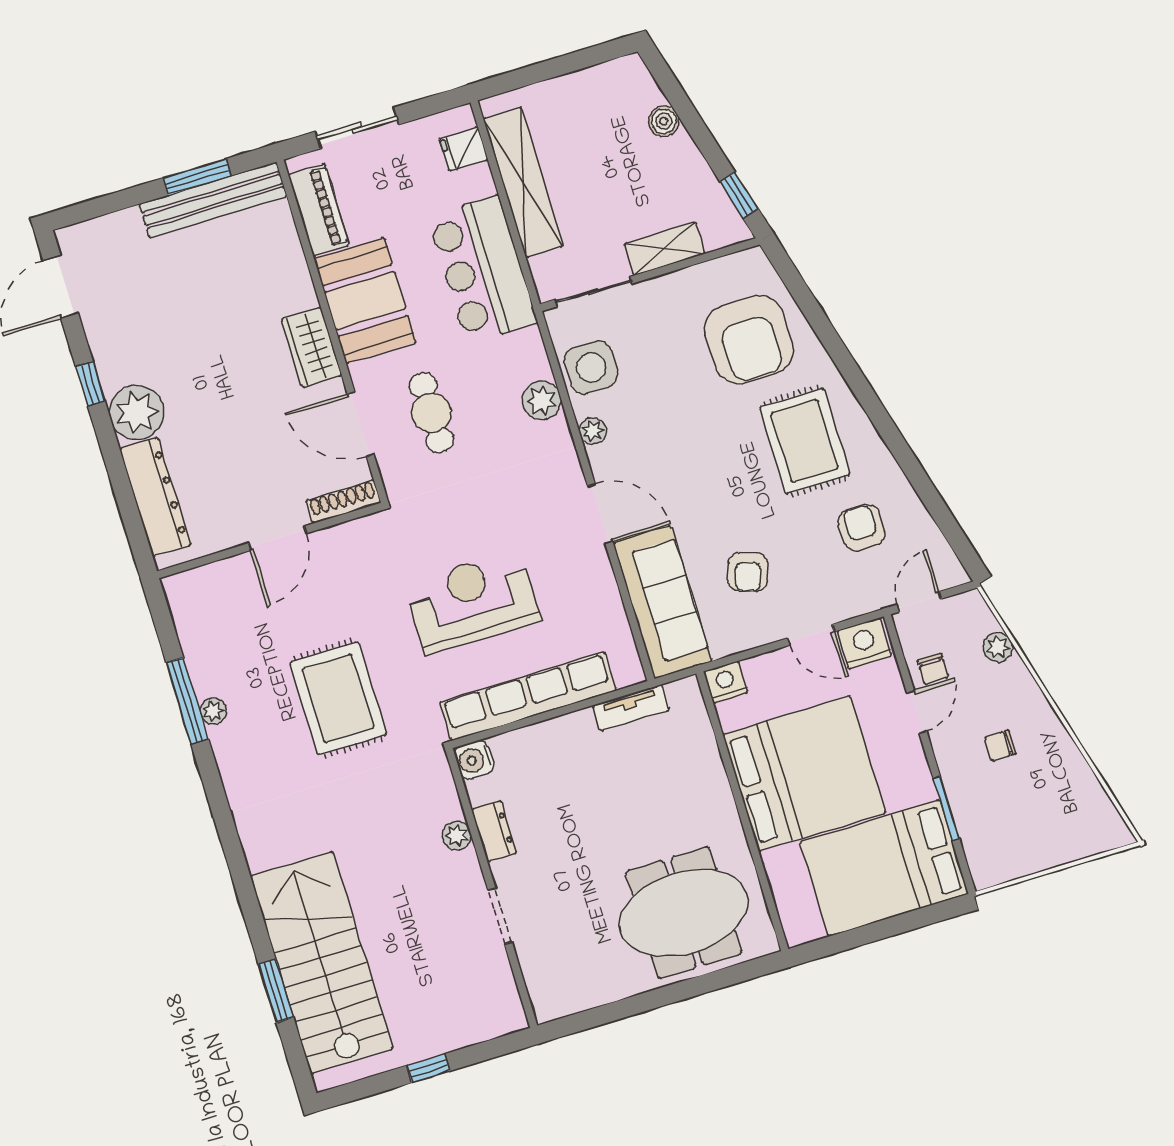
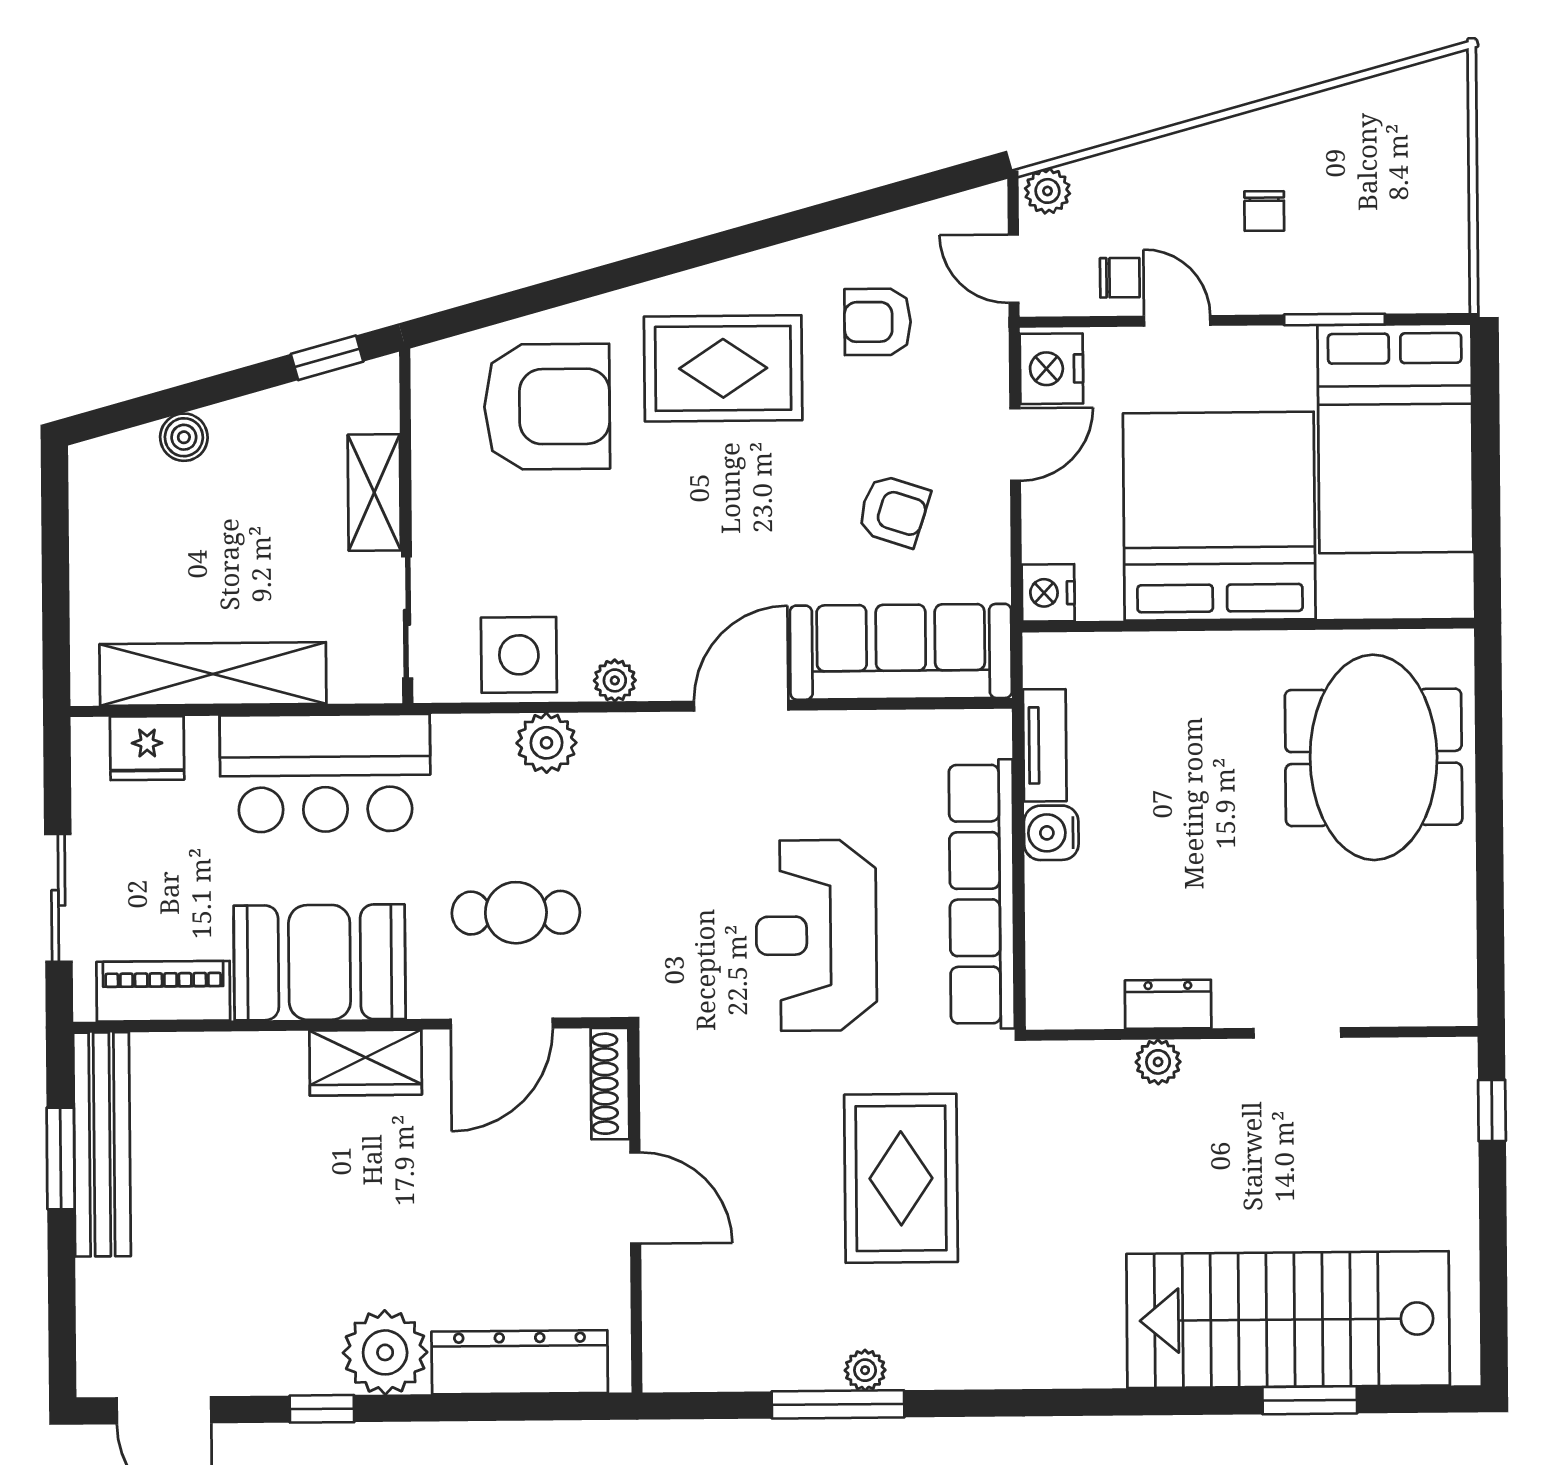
fridge: (464, 149) -> (147, 748), width x1.38
plant: (998, 647) -> (1047, 191), moved
rug: (338, 698) -> (901, 1178), turned 90
water cooler: (474, 760) -> (1051, 833), moved, turned 90
window: (428, 1068) -> (1492, 1110), moved

